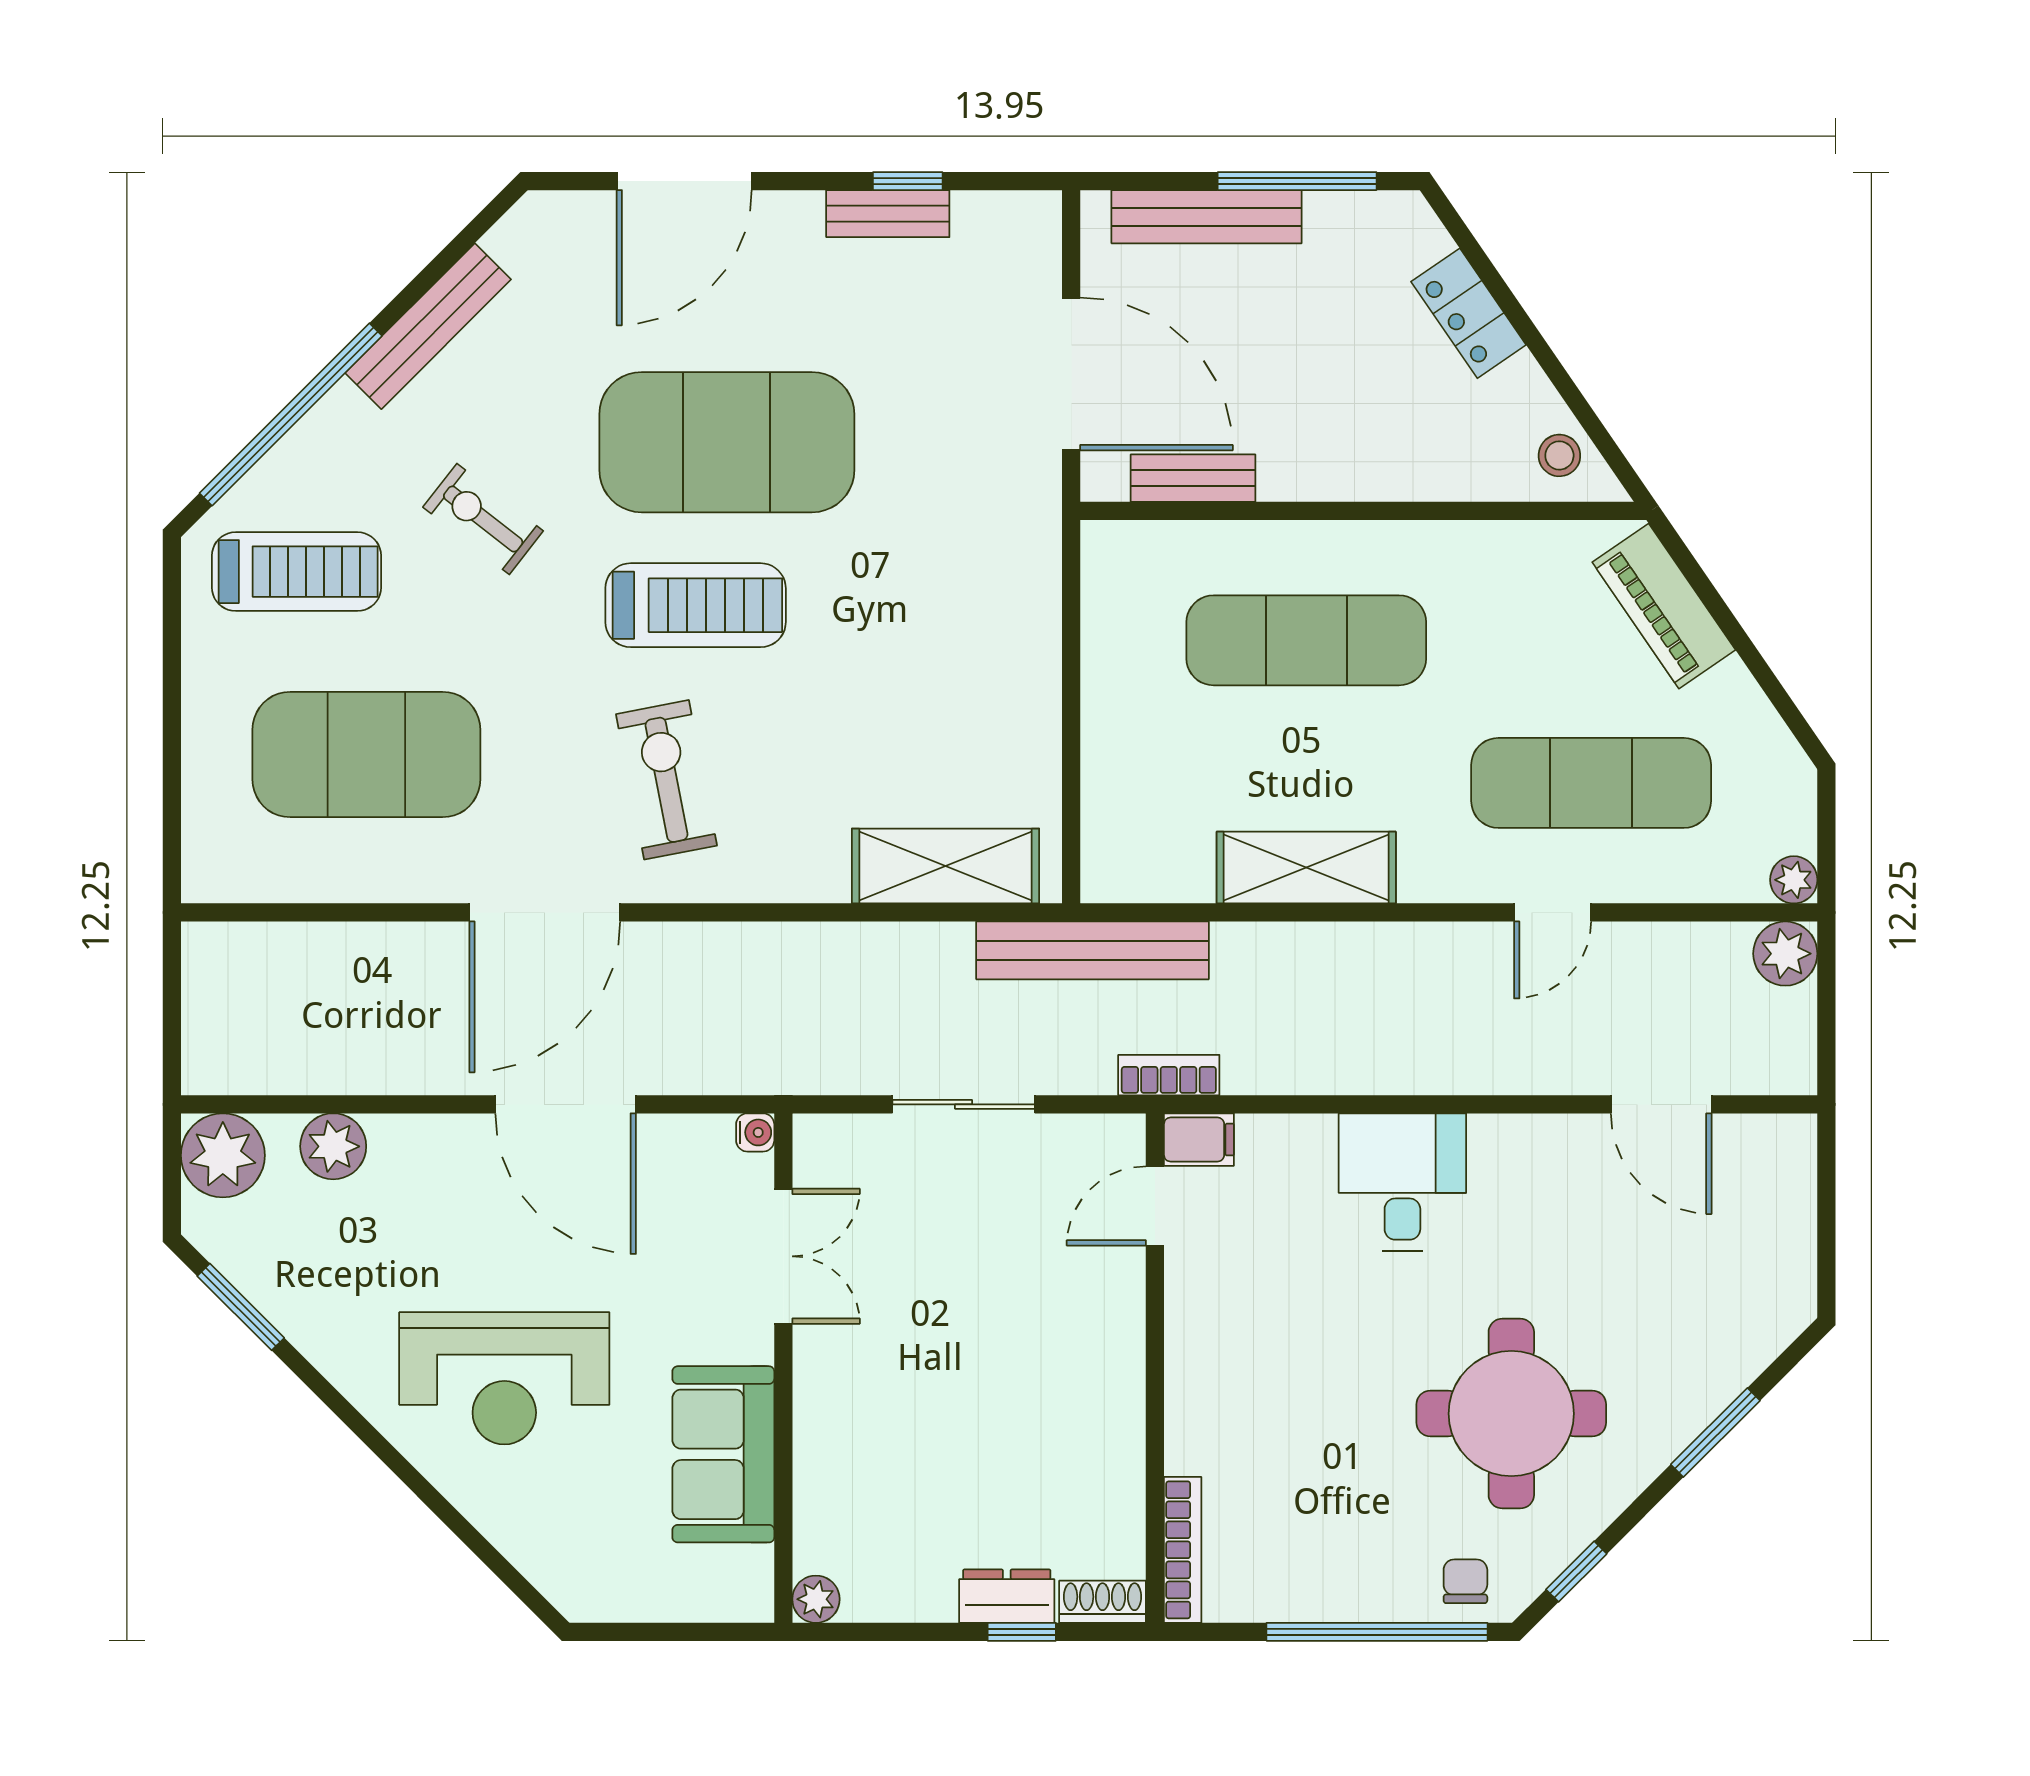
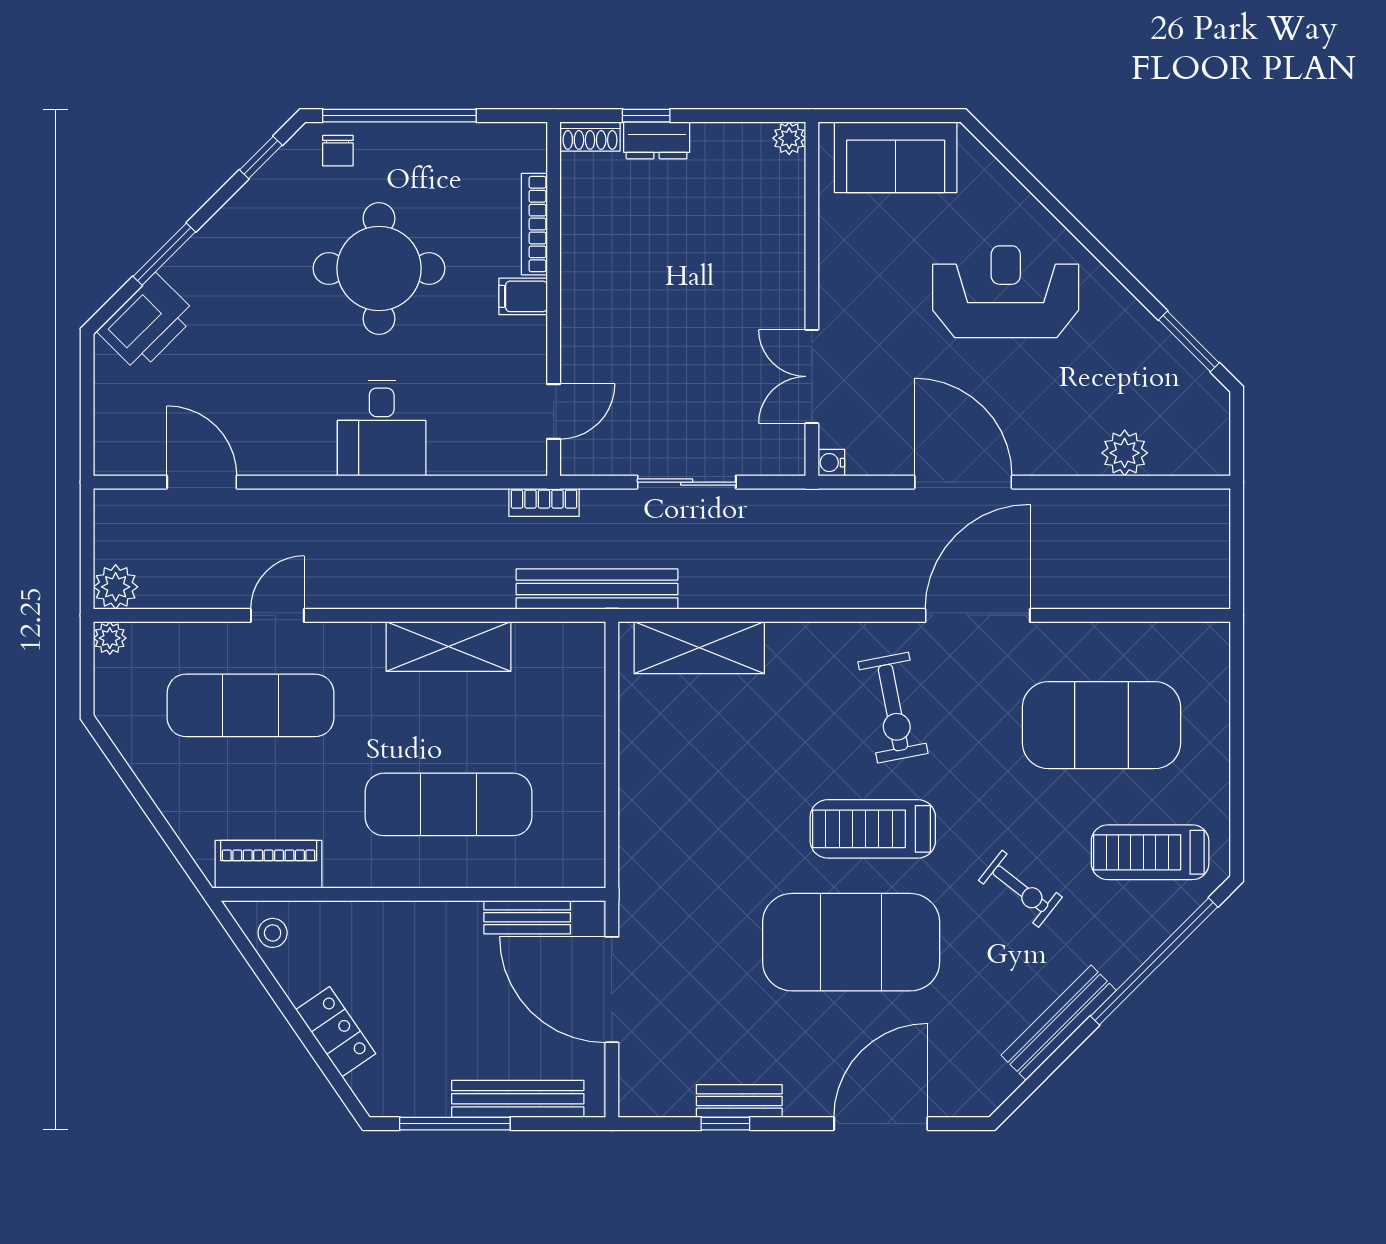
piano: (1664, 606) -> (269, 864), moved, turned -56
filing cabinet: (1199, 1140) -> (523, 296), moved
plant: (223, 1155) -> (1201, 447), removed
printer: (1740, 1333) -> (147, 323), added
round table: (1511, 1414) -> (379, 268), moved
sofa: (723, 1454) -> (896, 157), moved, turned 90
bookcase: (1183, 1550) -> (534, 224), moved

